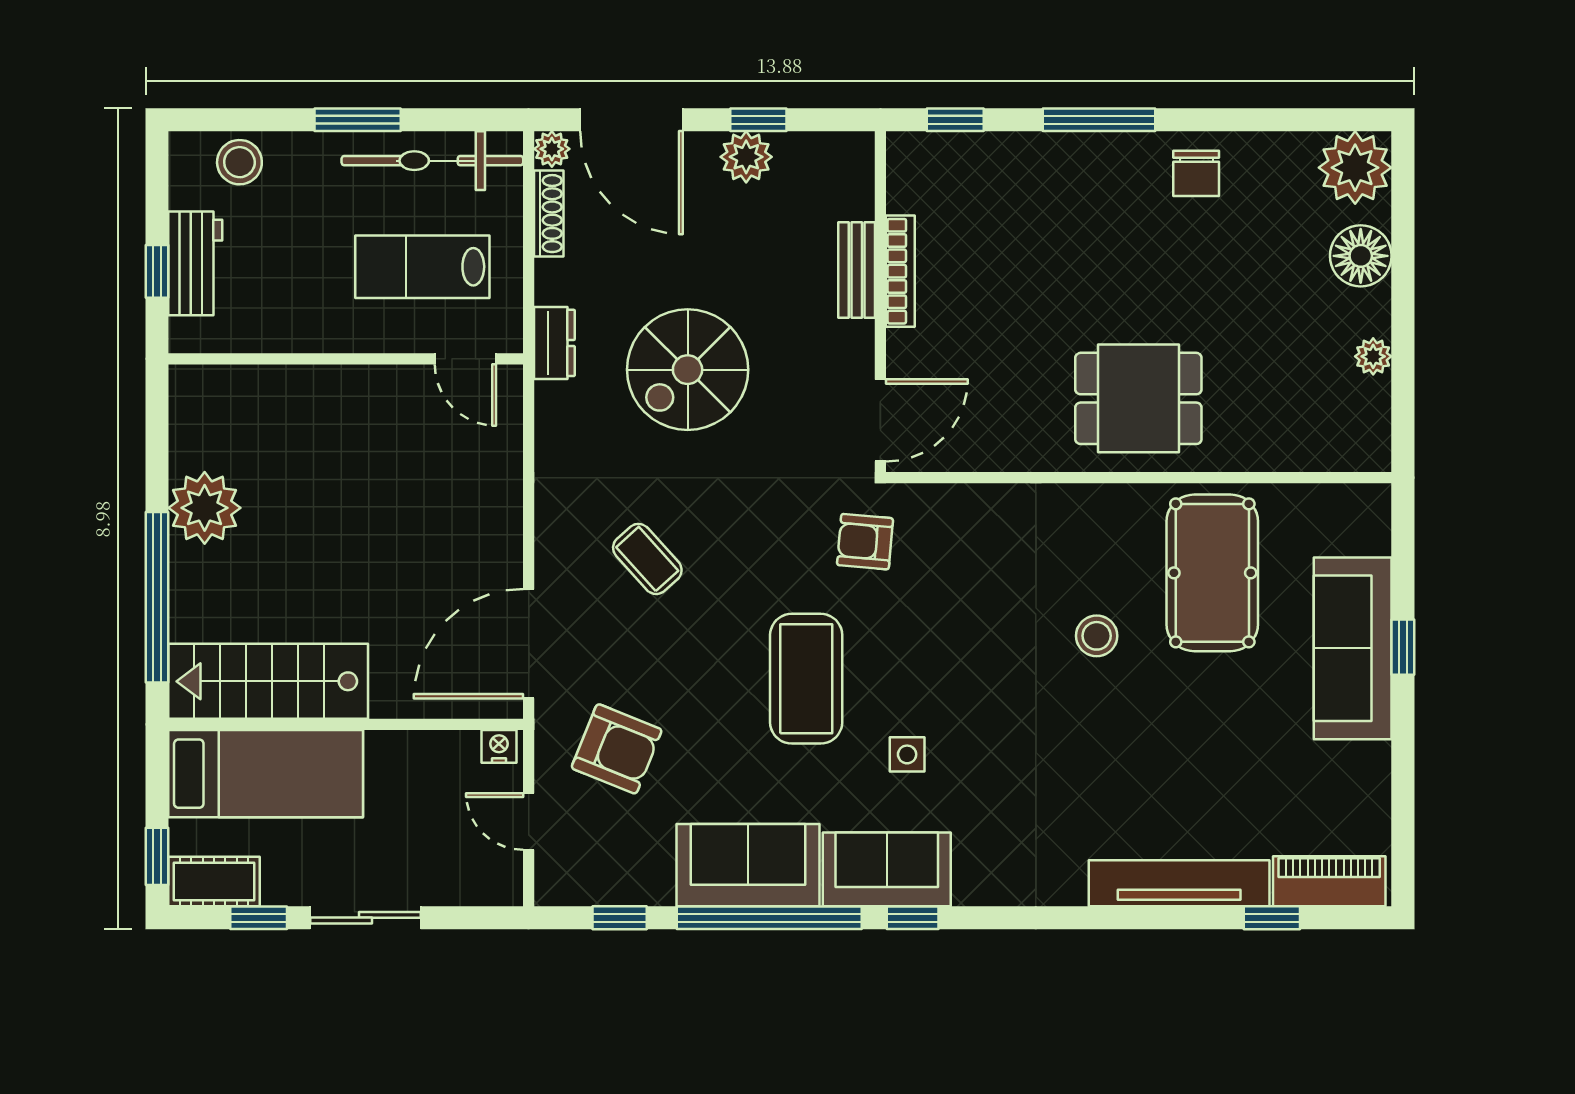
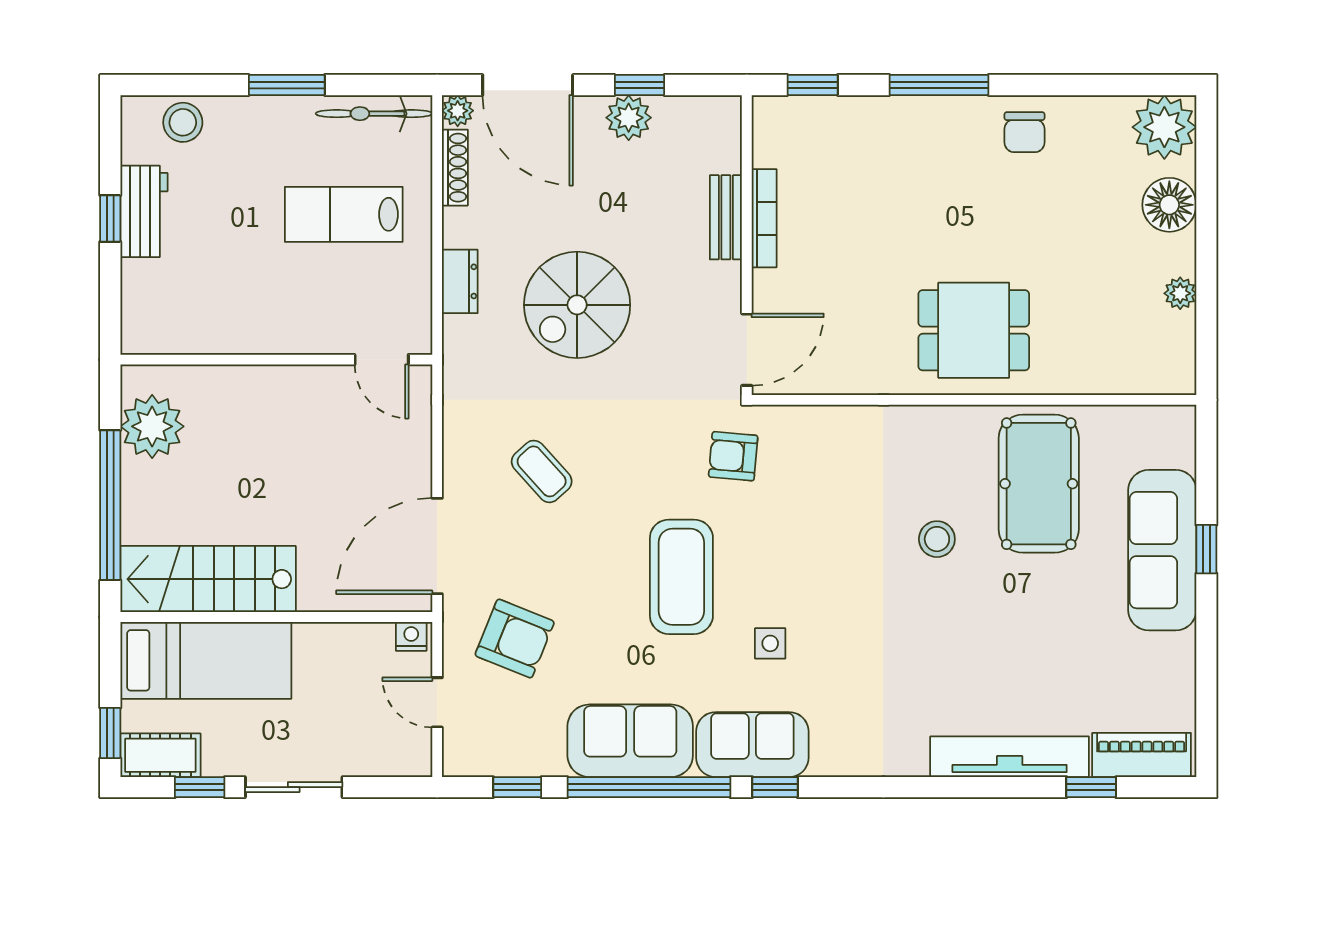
bicycle: (432, 161) -> (374, 114), width x0.73, depth x0.71
wall: (346, 359) -> (276, 360), moved
door: (465, 359) -> (382, 360), moved

